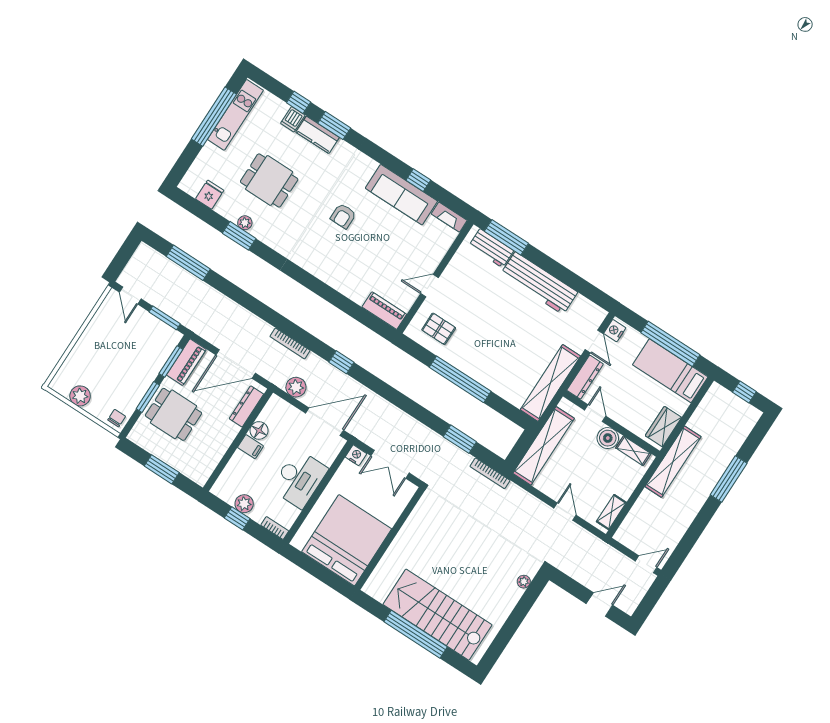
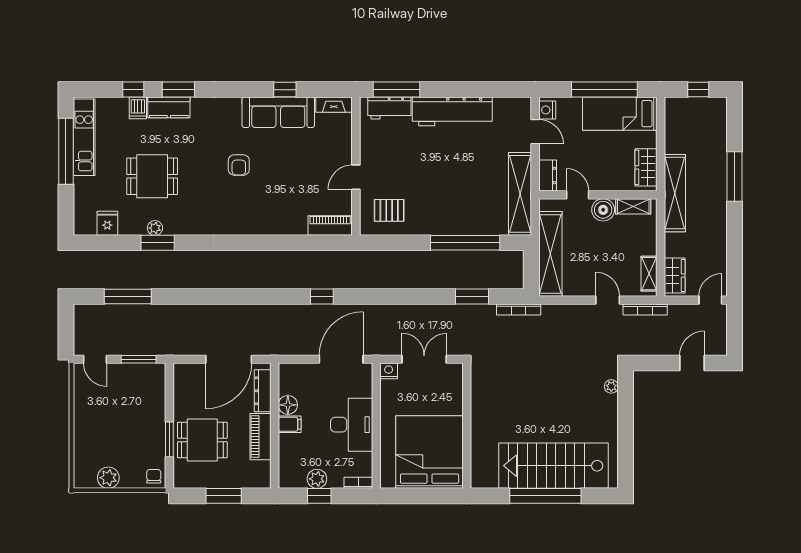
bookcase: (290, 343) -> (645, 309), moved
window: (171, 362) -> (169, 395), removed
piano: (186, 362) -> (261, 437), moved, turned 180
dresser: (585, 377) -> (548, 175), width x0.70
window: (460, 379) -> (465, 243), moved
plant: (296, 387) -> (296, 345), removed
double door: (390, 464) -> (424, 359), swing flipped
wardrobe: (630, 527) -> (675, 276), added

